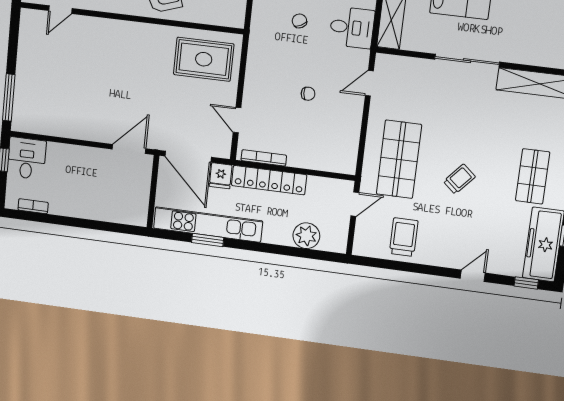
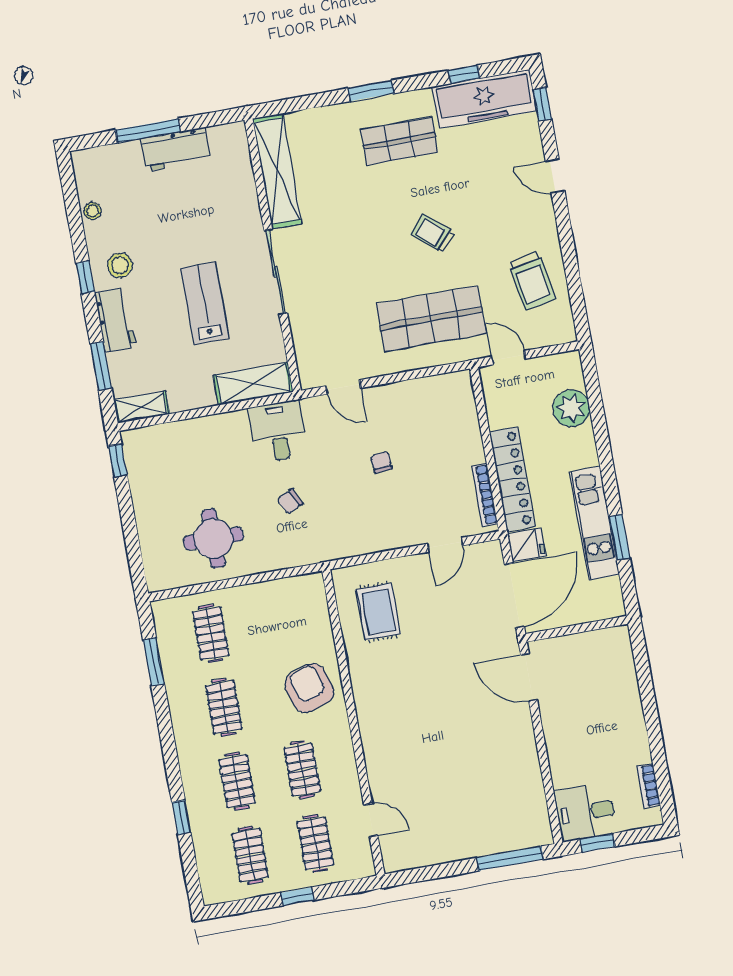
rug: (204, 59) -> (378, 612), width x0.73, depth x0.70
kitchen unit: (208, 225) -> (595, 523), width x0.73
trolley: (404, 237) -> (532, 281), turned -100

